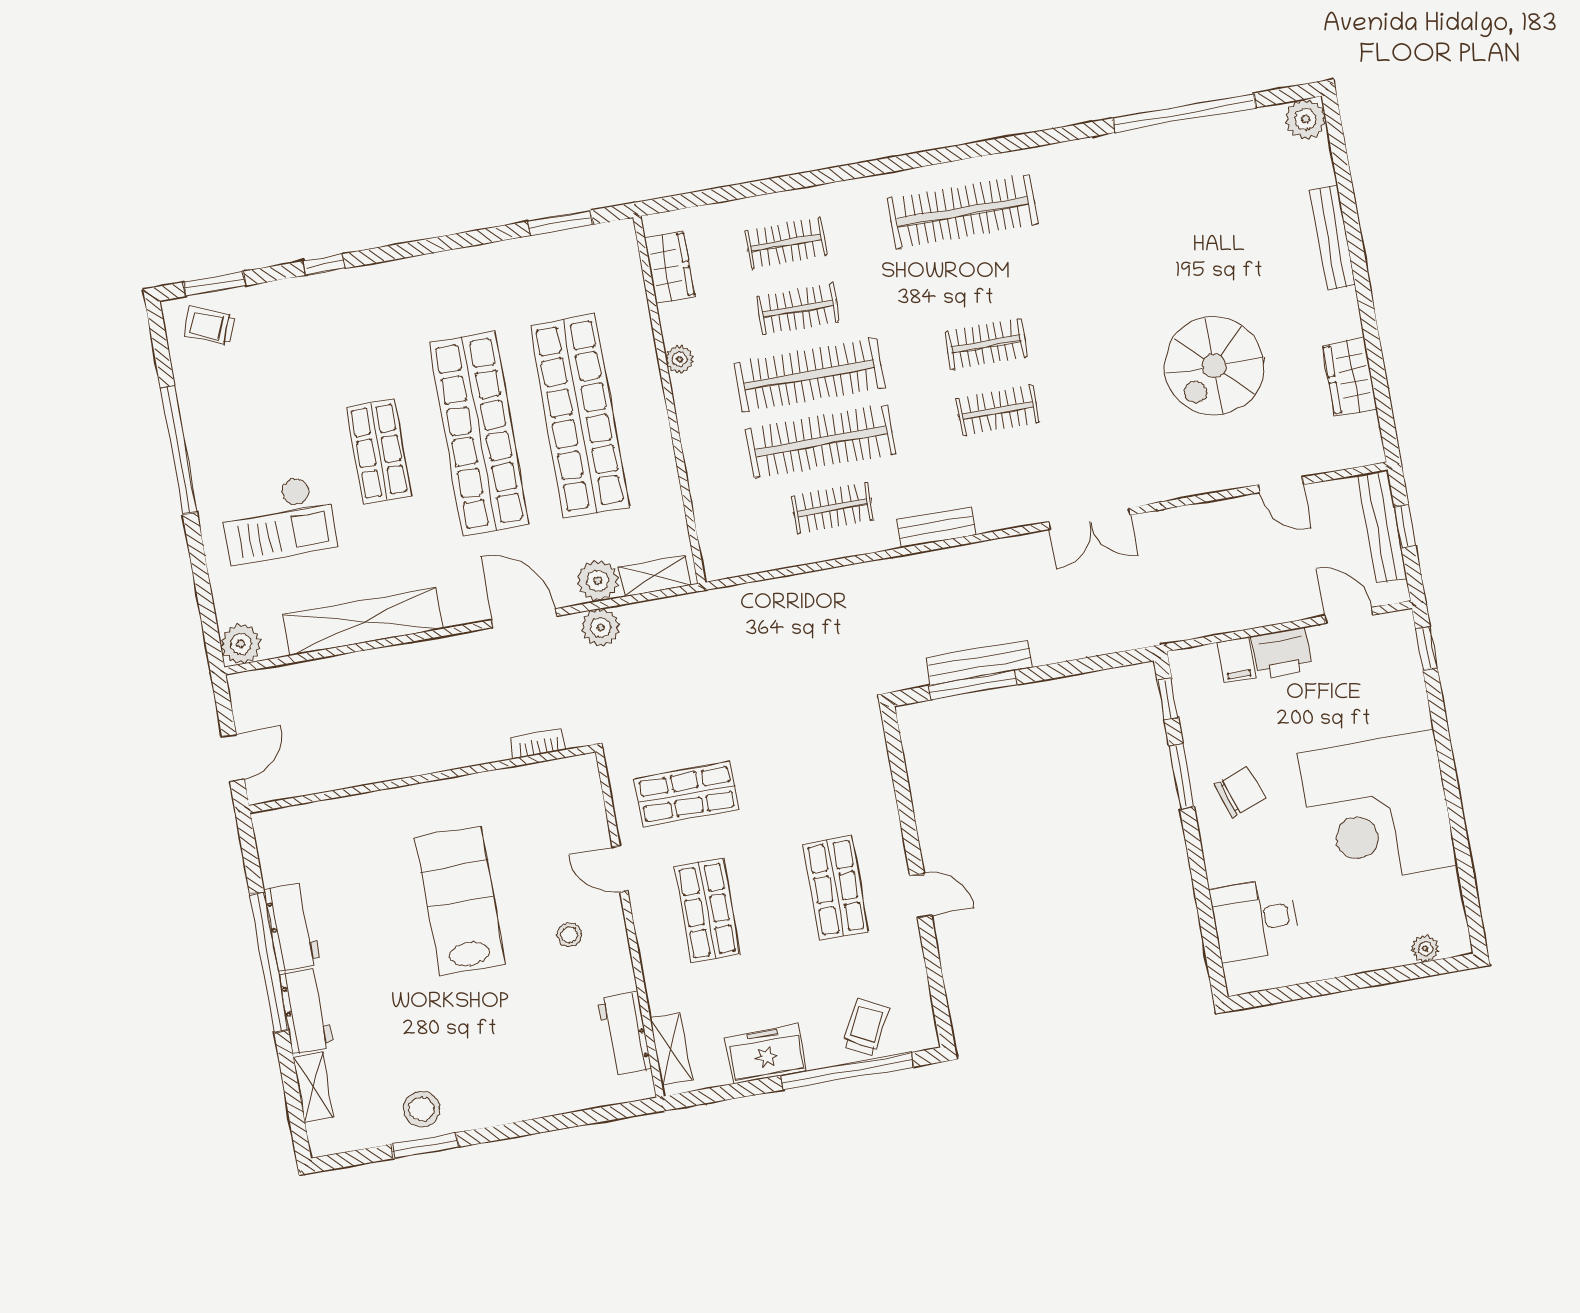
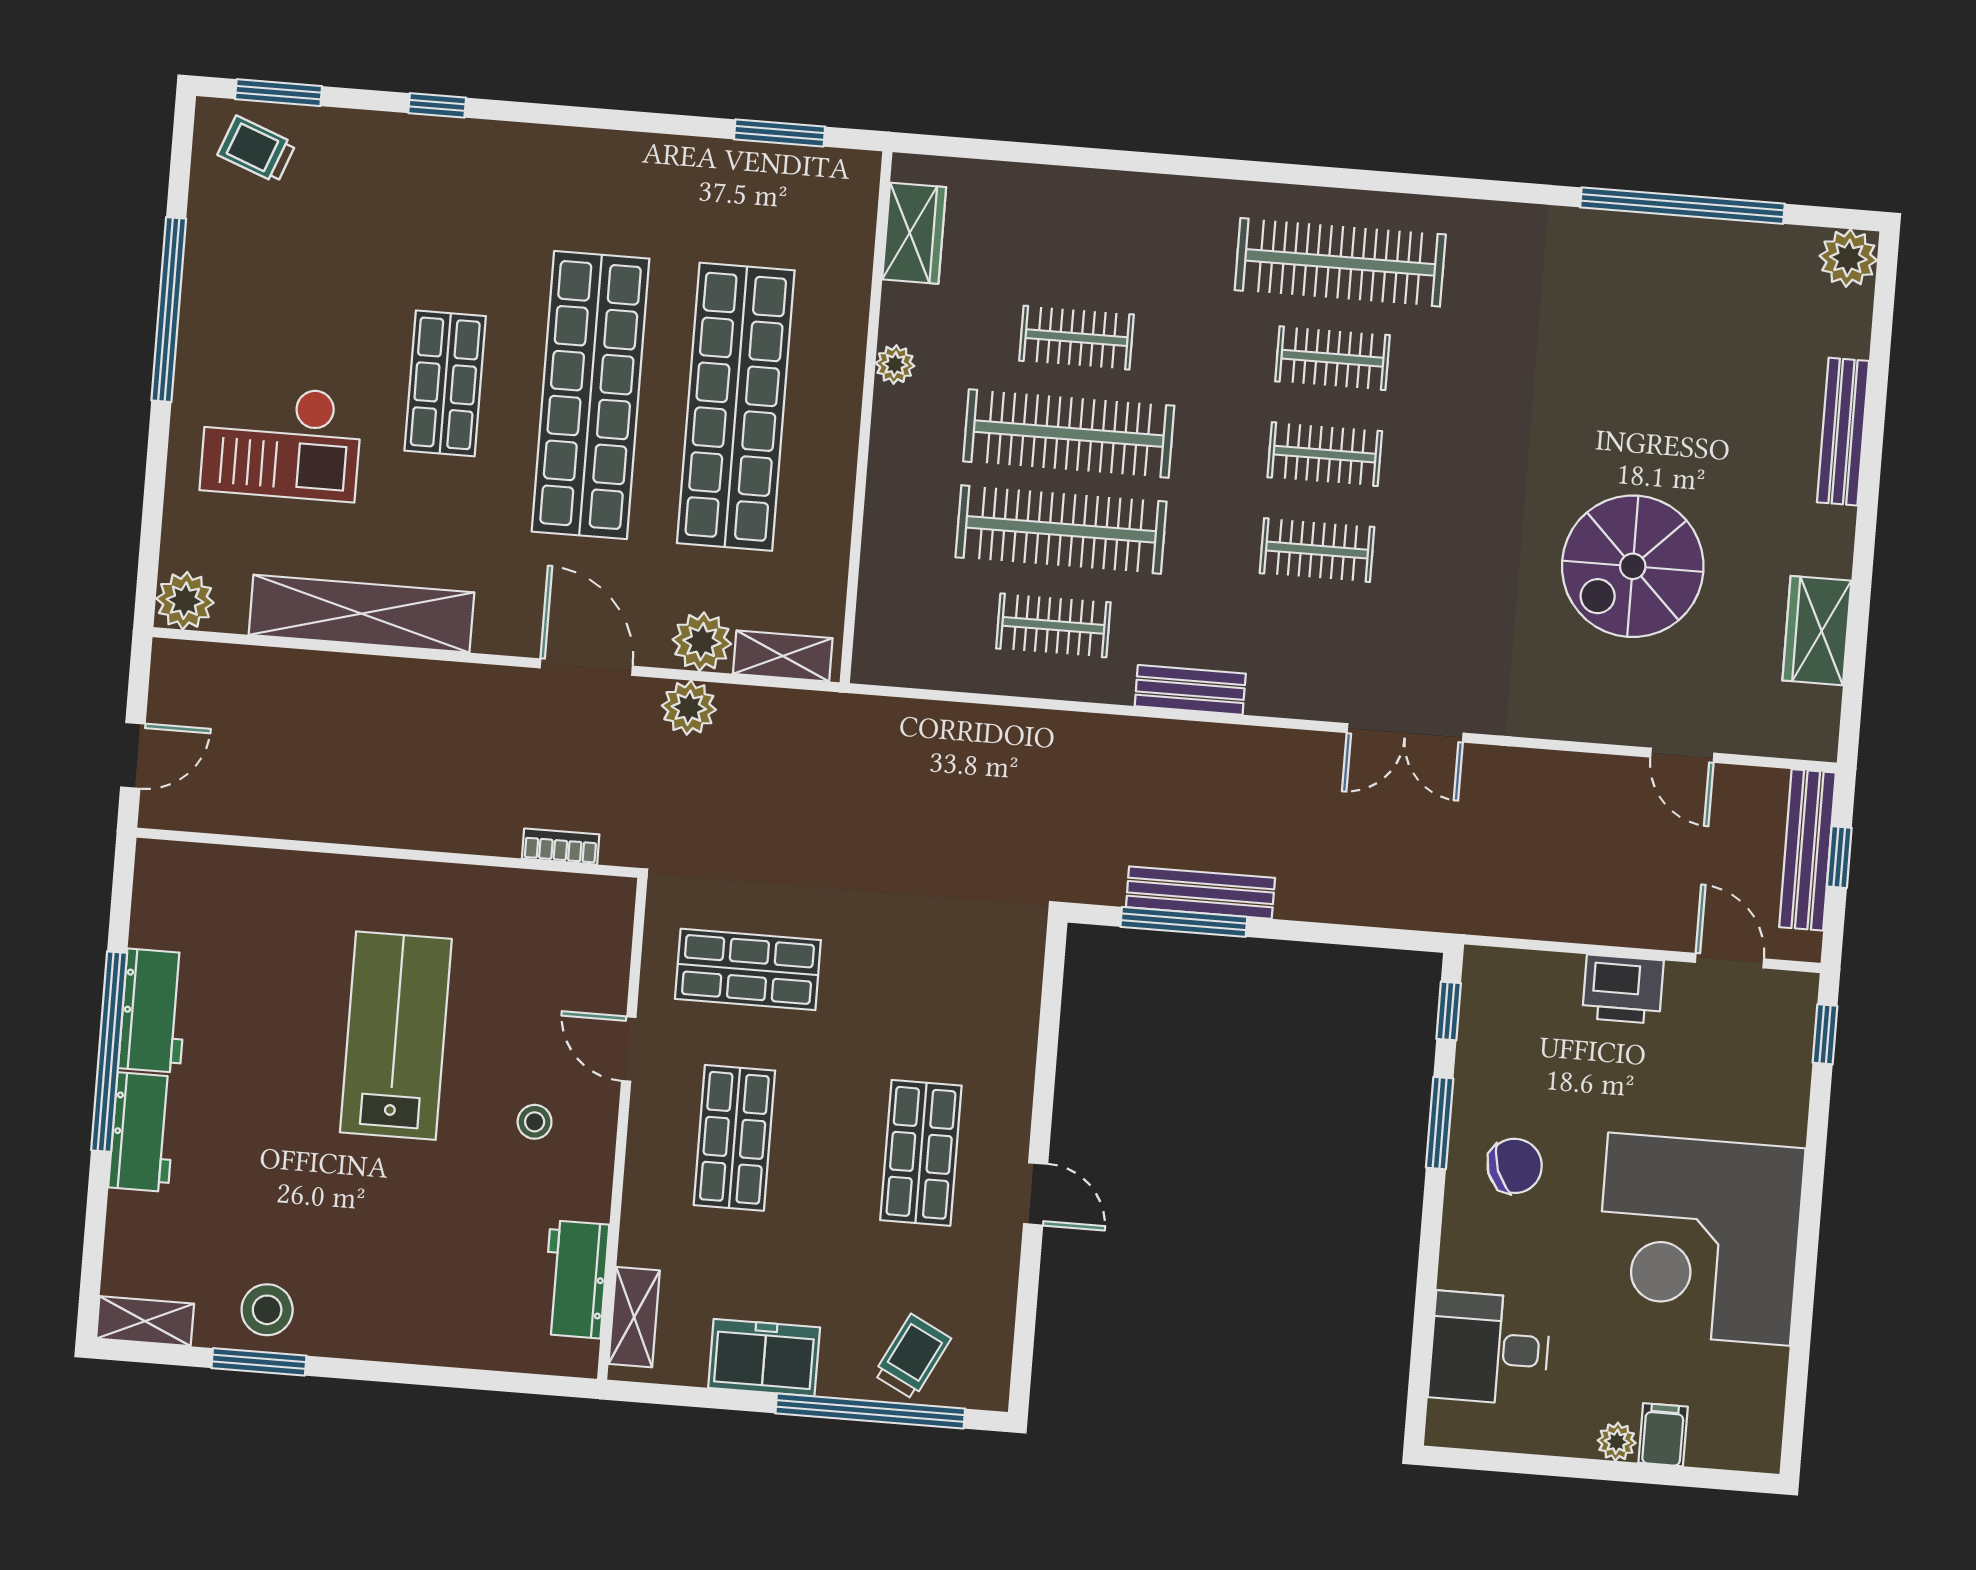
clothes rail: (786, 243) -> (1332, 358), moved
filing cabinet: (1237, 660) -> (1663, 1435), moved, turned 180
plant: (1425, 949) -> (1617, 1442), moved
shelving: (313, 1087) -> (145, 1321), moved, turned 90

